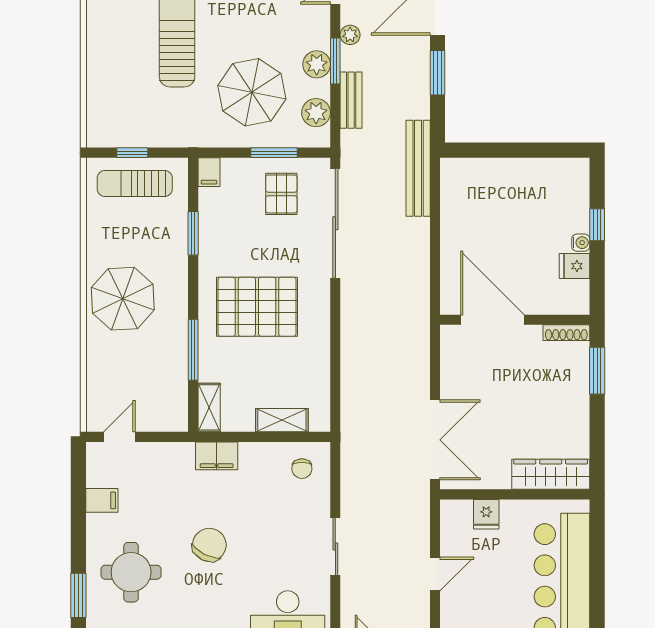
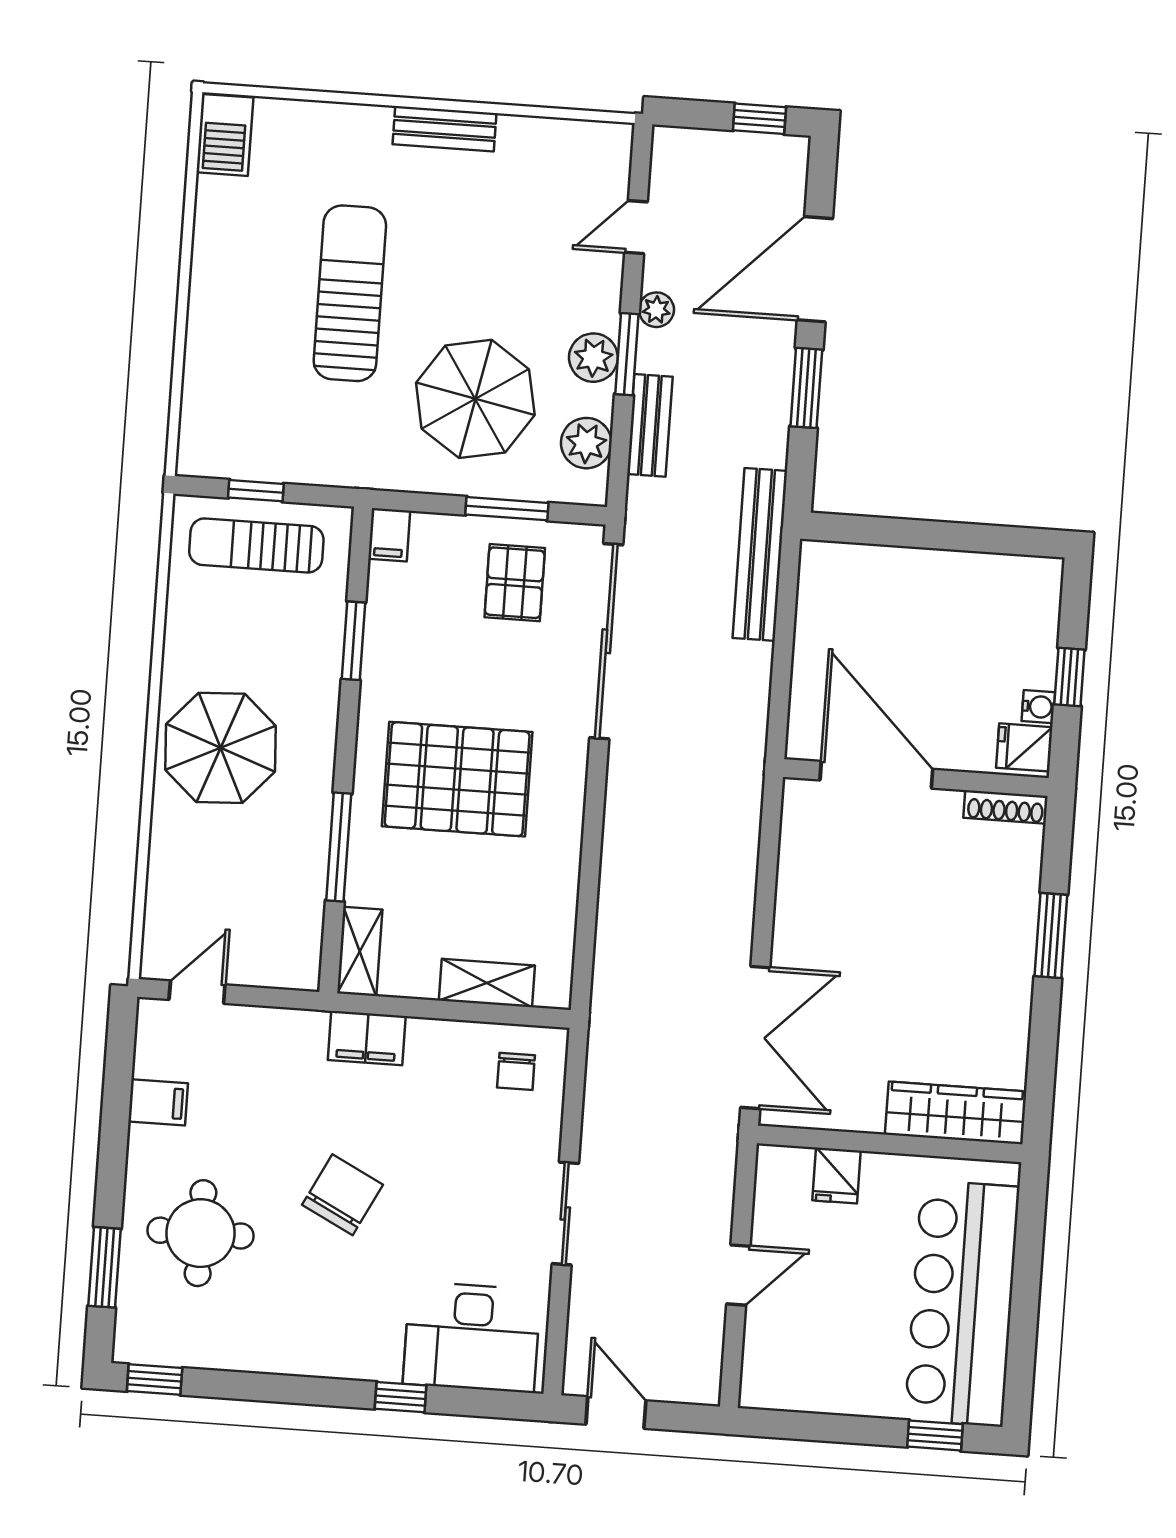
door: (492, 320) -> (876, 775), moved
wall: (515, 320) -> (916, 778), moved
shoe rack: (566, 333) -> (1006, 807), moved

